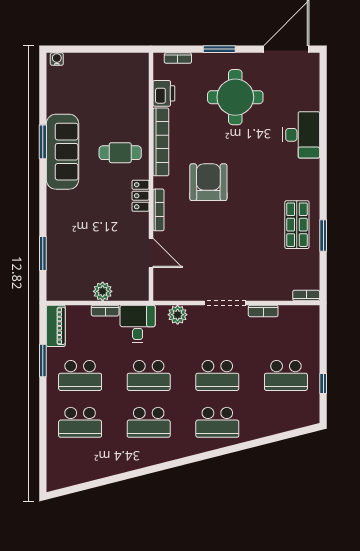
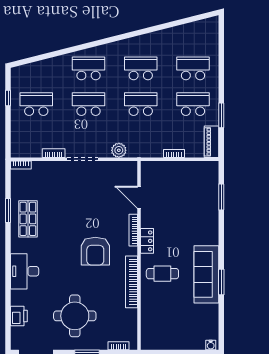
printer: (164, 93) -> (19, 316), moved, turned 180
desk: (301, 135) -> (25, 271), moved
plant: (103, 291) -> (176, 168), removed
desk: (138, 324) -> (149, 143), removed

